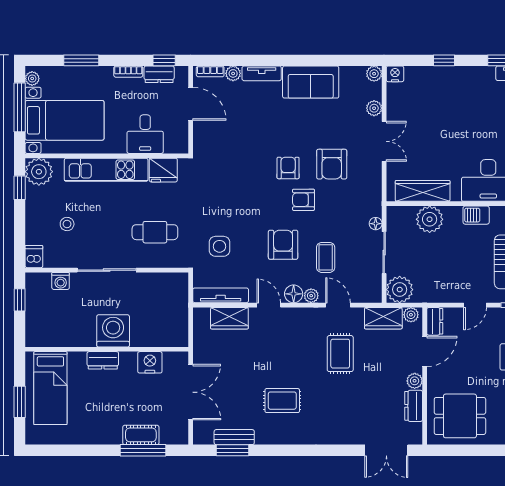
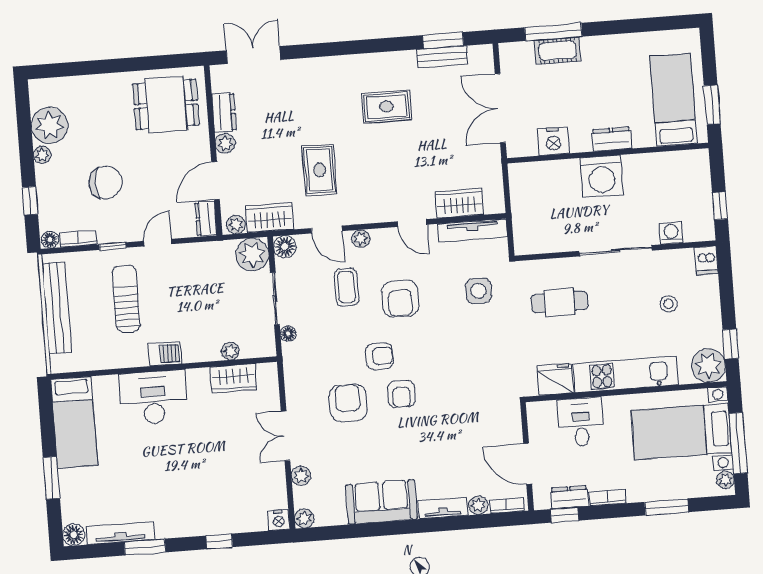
wardrobe: (423, 191) -> (233, 378), width x0.67
plant: (430, 219) -> (230, 351), width x0.53, depth x0.53
floor lamp: (294, 294) -> (285, 247), moved
window: (20, 402) -> (712, 105), moved

